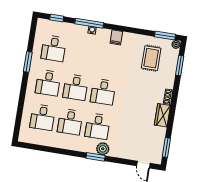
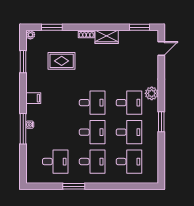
window: (57, 18) -> (23, 163), removed
window: (165, 36) -> (23, 62), moved
rug: (151, 58) -> (62, 61), moved
window: (96, 157) -> (161, 122), moved

